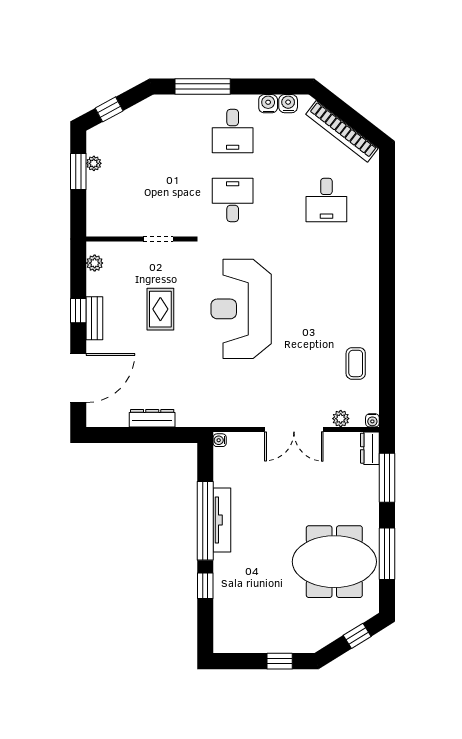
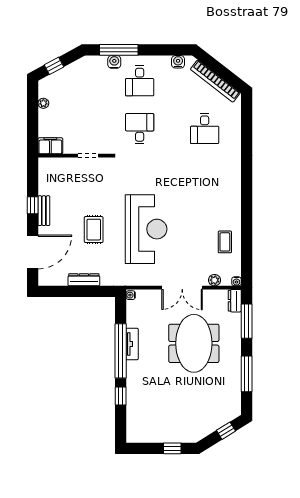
water cooler: (268, 104) -> (114, 62), moved
window: (78, 172) -> (33, 109), removed
filing cabinet: (104, 225) -> (50, 146), added
plant: (95, 263) -> (44, 172), removed
rug: (160, 309) -> (94, 230), moved
reception desk: (241, 309) -> (146, 229), moved, turned 180
tv unit: (222, 520) -> (132, 344), width x0.71
meeting table: (334, 562) -> (194, 343), moved, turned 90

